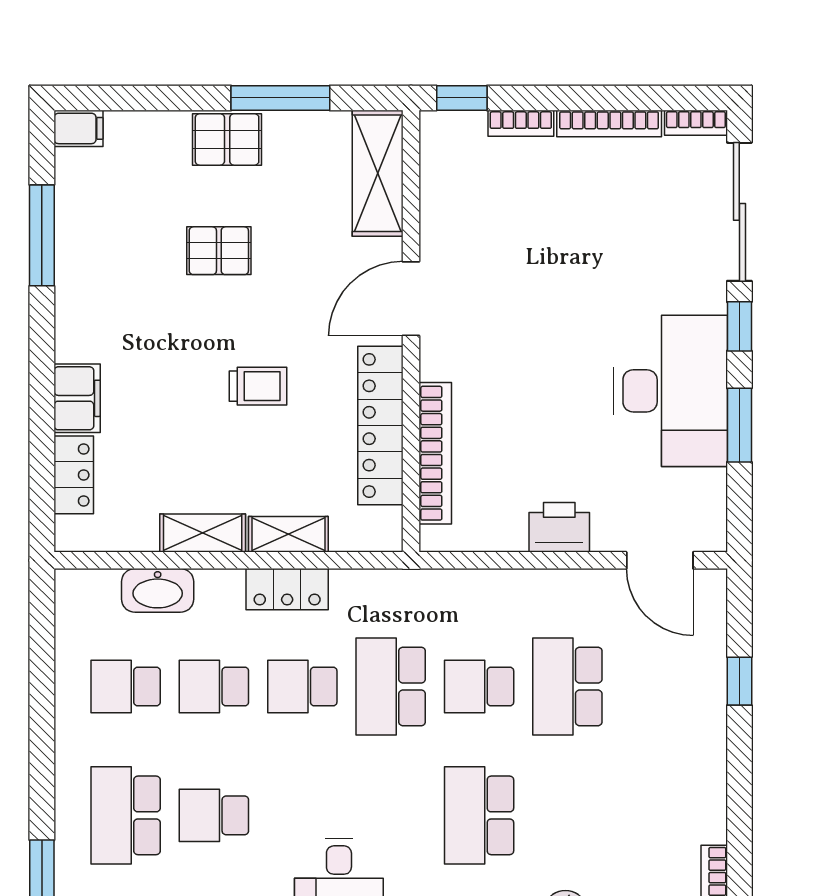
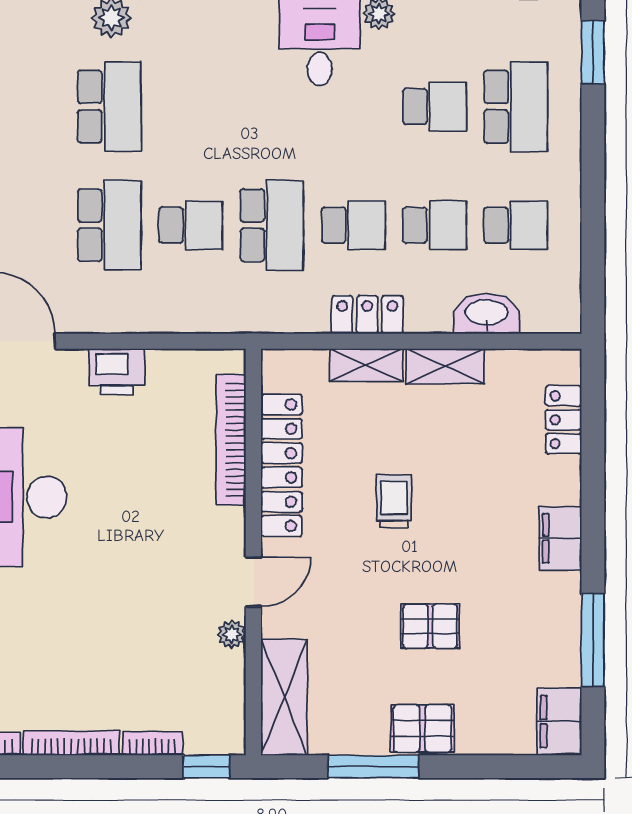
filing cabinet: (78, 128) -> (559, 722), width x2.00
plant: (434, 242) -> (232, 634), added
door: (411, 299) -> (253, 582), width x0.73
trolley: (258, 386) -> (394, 501), turned 90
filing cabinet: (77, 398) -> (561, 538), moved
school desk: (479, 815) -> (109, 107), moved

